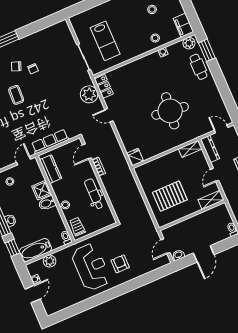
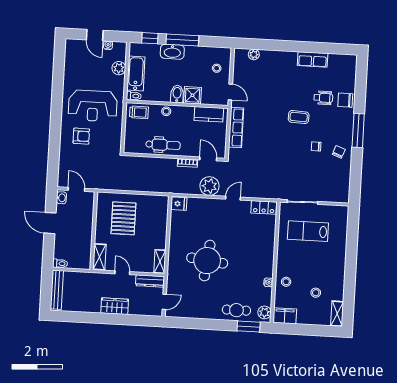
chair: (16, 66) -> (339, 152), moved
plant: (89, 94) -> (209, 186), moved
washbasin: (11, 220) -> (172, 52), width x1.91, depth x1.45
bathtub: (35, 250) -> (136, 73), moved

